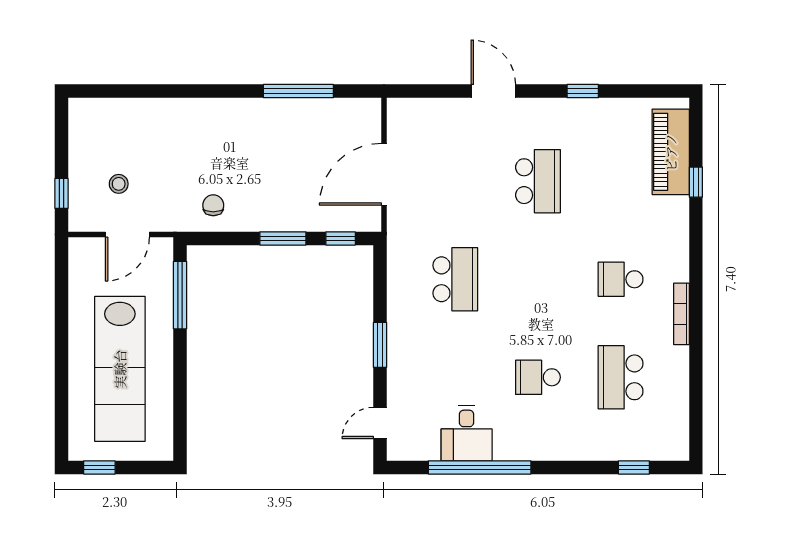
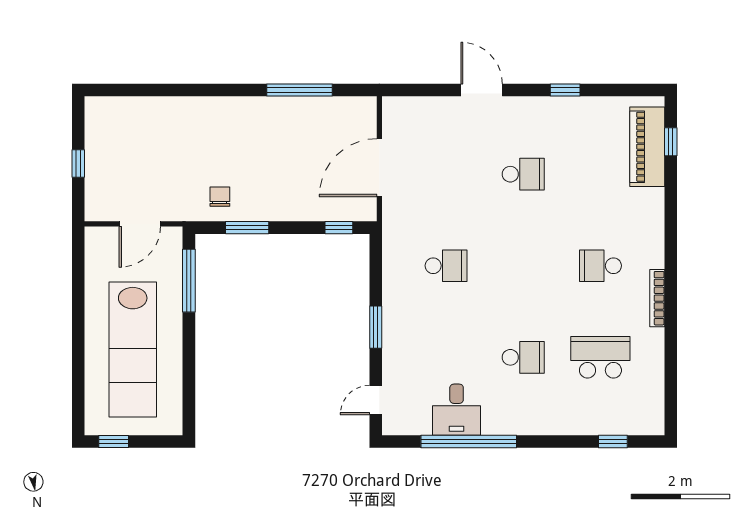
school desk: (538, 181) -> (523, 174), width x0.54
window: (696, 182) -> (671, 142), moved
stool: (119, 184) -> (132, 177), removed
window: (62, 193) -> (78, 163), moved
window: (283, 238) -> (247, 228), moved
school desk: (455, 279) -> (446, 266), width x0.54
school desk: (538, 377) -> (523, 357), turned 180
school desk: (621, 377) -> (600, 357), turned 90

